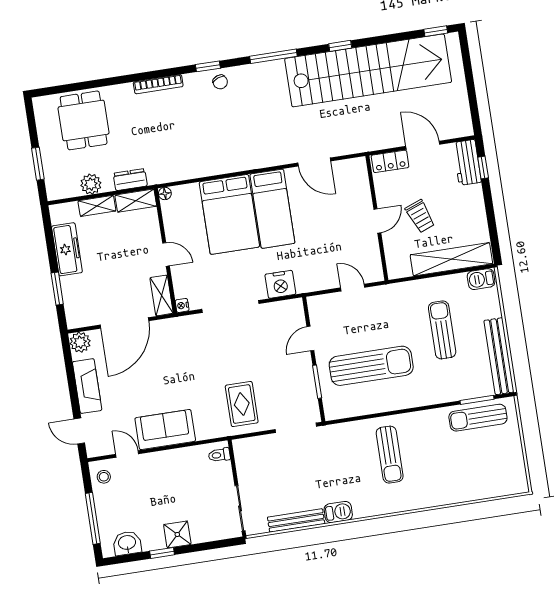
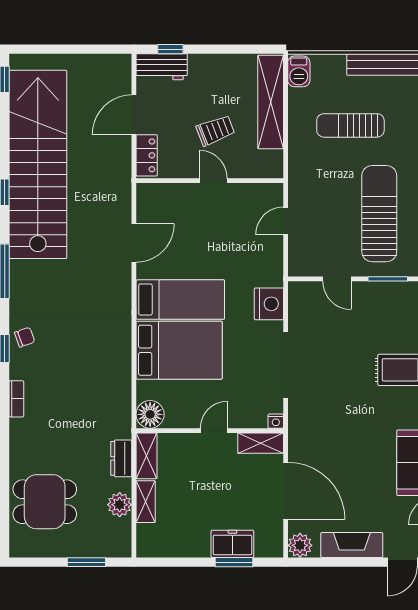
bookcase: (158, 84) -> (16, 399), width x0.64
floor lamp: (165, 193) -> (150, 414), width x1.89, depth x1.89
freezer: (67, 249) -> (232, 544), moved, width x0.71

